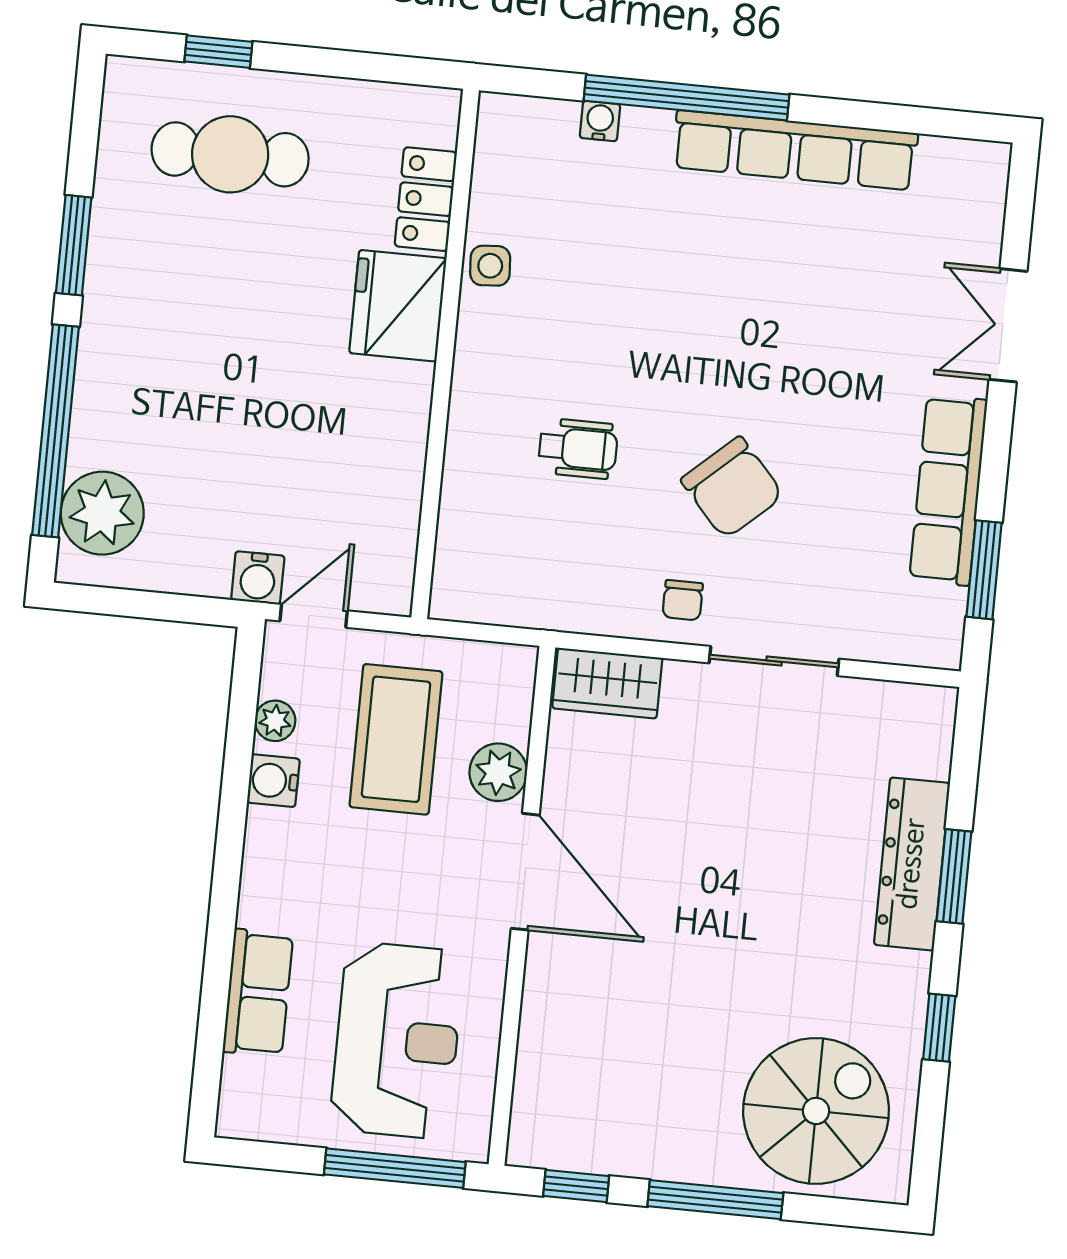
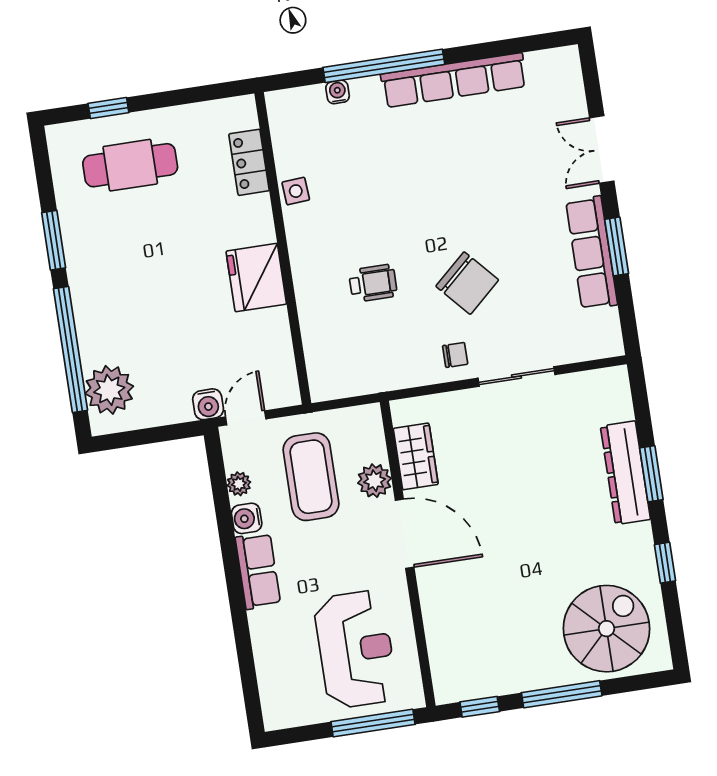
fridge: (398, 306) -> (256, 278), moved
window: (984, 570) -> (617, 246), moved
chair: (683, 600) -> (455, 355), turned -90
wardrobe: (607, 683) -> (416, 456), moved, turned -90
row of seats: (258, 993) -> (258, 571), moved

